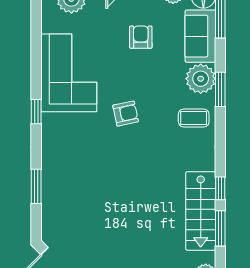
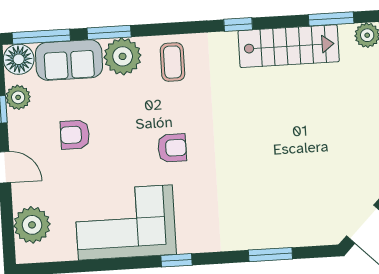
window: (220, 89) -> (109, 32), moved
armchair: (126, 113) -> (172, 148), turned 102
window: (220, 188) -> (238, 25), moved
window: (220, 228) -> (331, 19), moved

